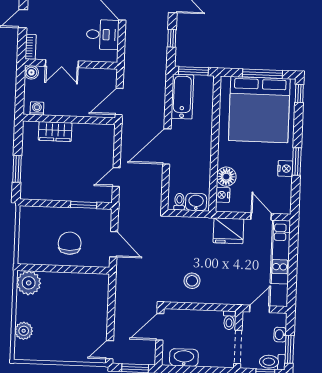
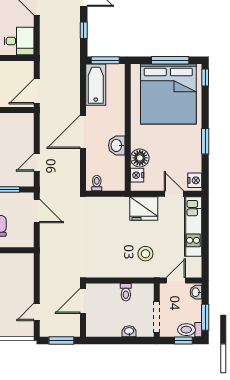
desk: (103, 35) -> (19, 41), moved
nightstand: (285, 169) -> (195, 180), moved
washbasin: (196, 202) -> (117, 145), moved, turned -90
door: (114, 244) -> (37, 211), moved
stool: (192, 281) -> (145, 254), moved
toilet: (229, 320) -> (126, 292), moved
washbasin: (280, 335) -> (196, 292), moved
door: (110, 350) -> (37, 312), moved
washbasin: (184, 358) -> (129, 331), moved, width x0.52, depth x0.69

